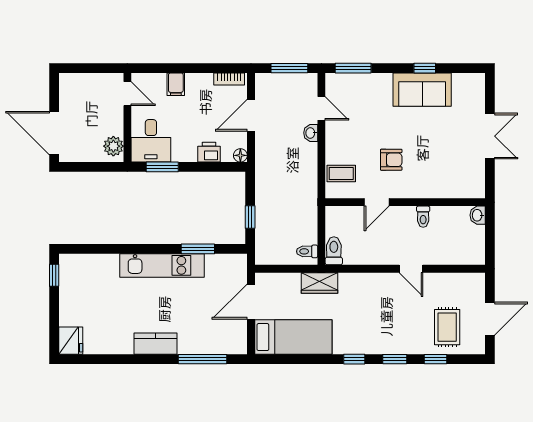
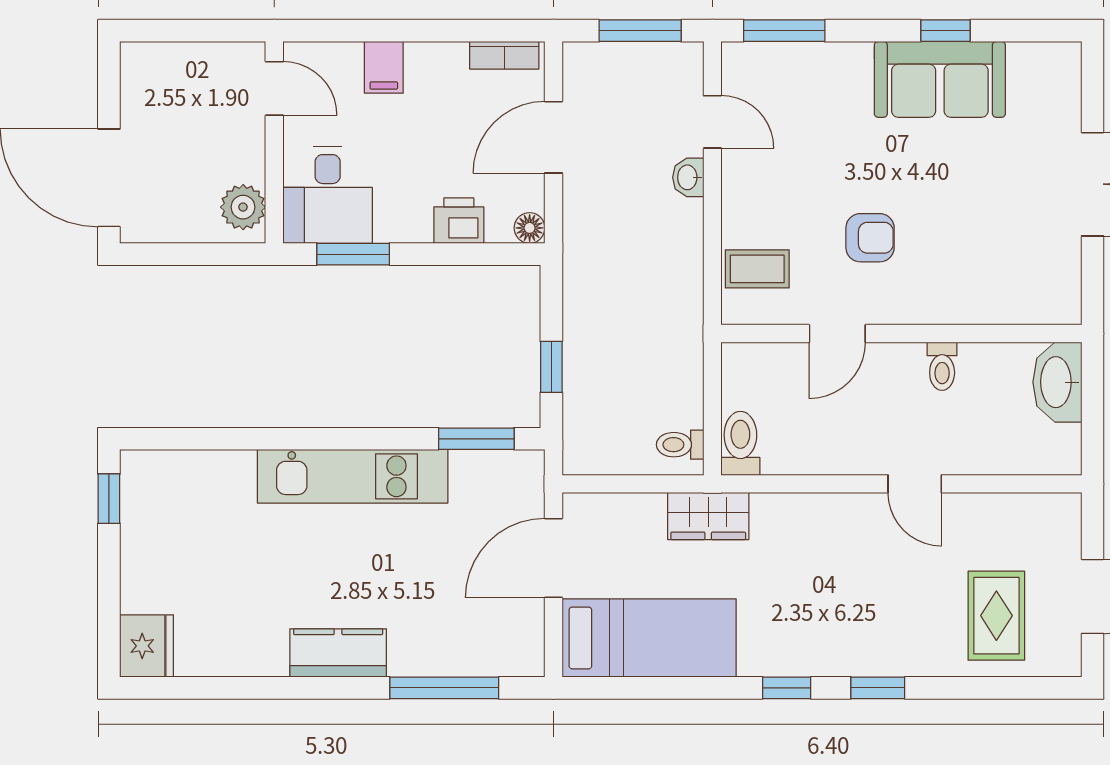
washbasin: (478, 215) -> (1057, 382), width x1.91, depth x1.45
window: (198, 249) -> (476, 439), moved
window: (435, 359) -> (970, 688), removed

